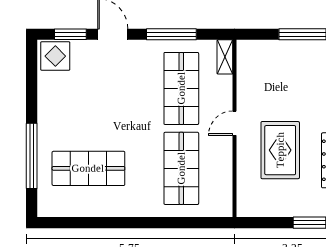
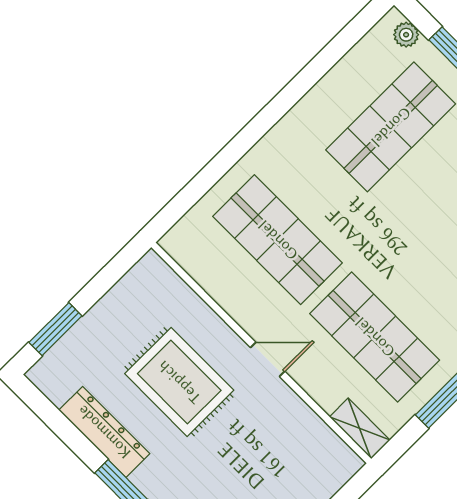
door: (235, 123) -> (268, 359), hinge flipped
plant: (44, 200) -> (406, 35), added

